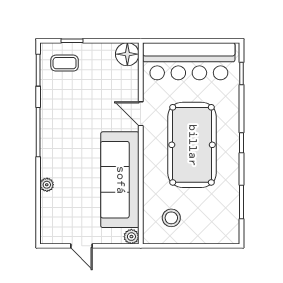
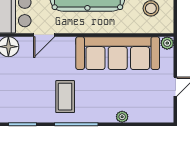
coffee table: (65, 63) -> (65, 97), moved, width x1.36, depth x1.30
door: (141, 114) -> (44, 35), moved

